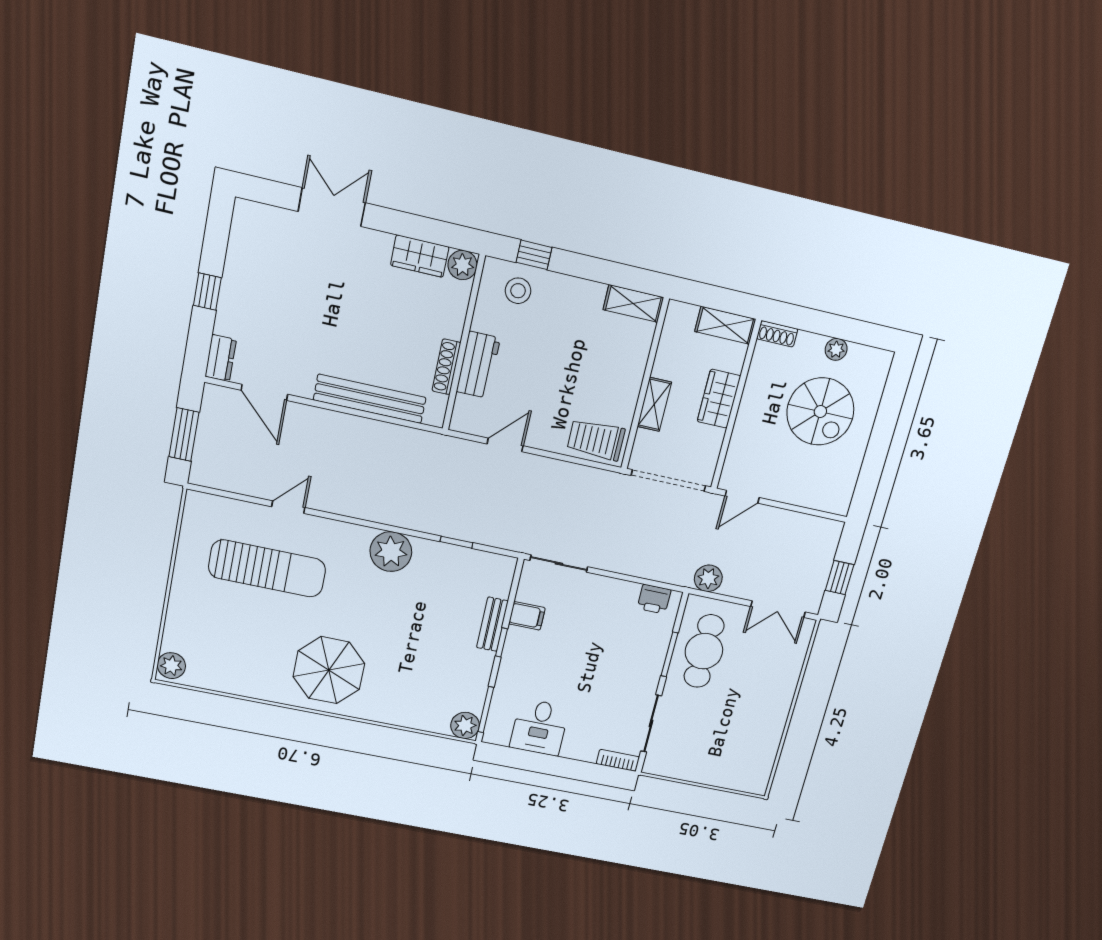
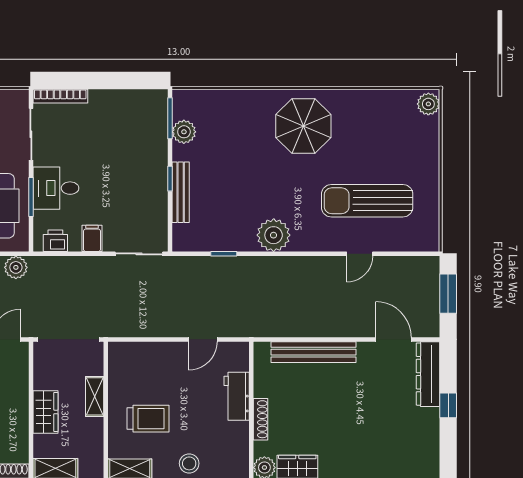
stool: (518, 291) -> (189, 463), moved
dresser: (221, 358) -> (428, 374), width x1.96, depth x1.24
shoe rack: (446, 367) -> (260, 419), moved
trolley: (596, 440) -> (148, 419), moved
filing cabinet: (527, 616) -> (92, 238), moved, turned 90
bench: (492, 624) -> (181, 192), width x1.36
plant: (465, 725) -> (184, 132), moved
desk: (539, 727) -> (56, 188), moved, turned -90
bookcase: (618, 760) -> (60, 96), width x1.56

